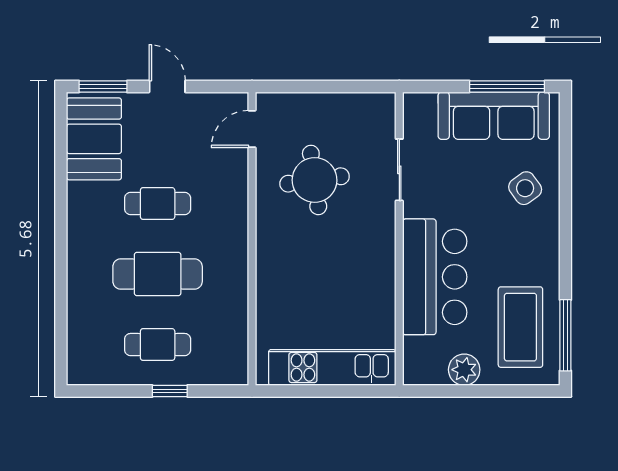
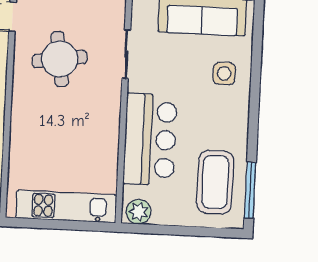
side table: (525, 188) -> (224, 73), turned 36
plant: (464, 370) -> (138, 212), moved

